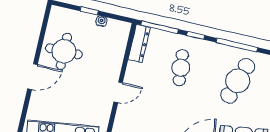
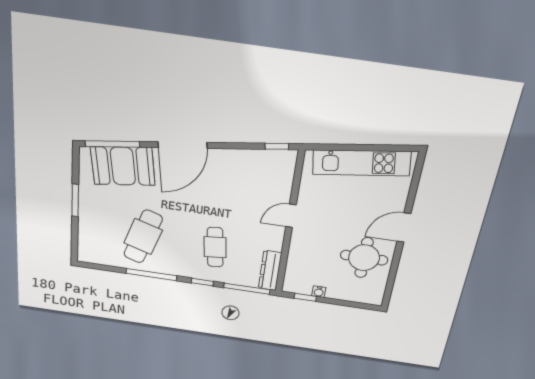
window: (89, 11) -> (305, 297), moved

